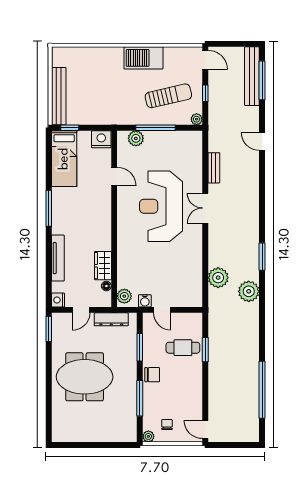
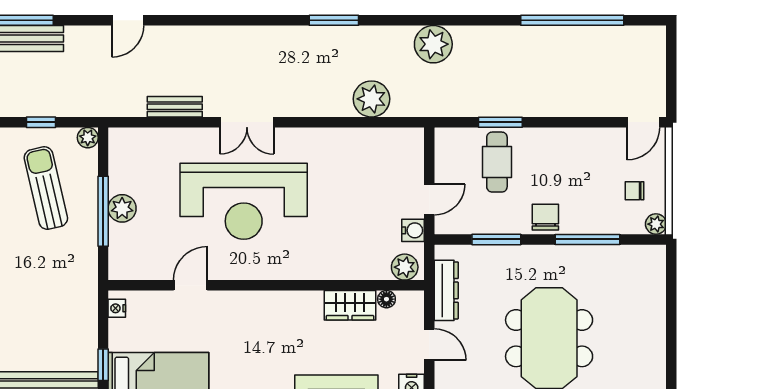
plant: (136, 138) -> (122, 208), moved
nightstand: (101, 139) -> (117, 308), width x0.53, depth x0.56
plant: (249, 291) -> (433, 44), moved

